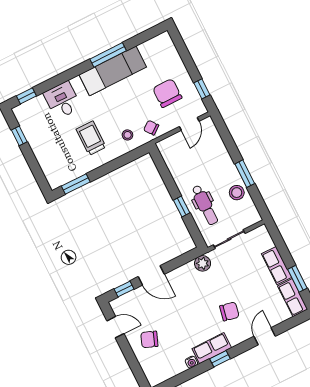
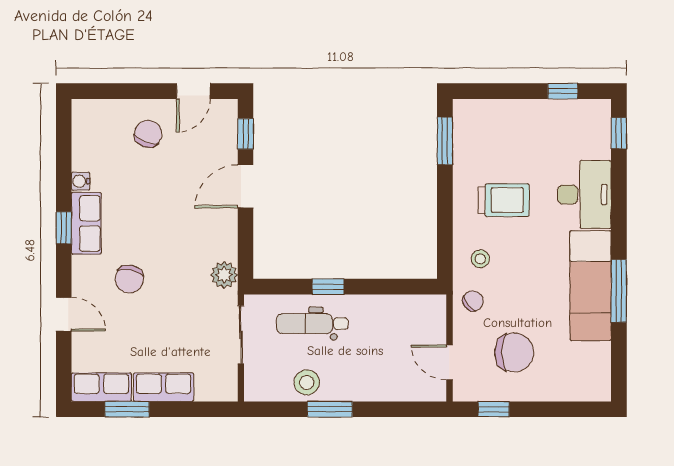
desk: (62, 100) -> (584, 195), width x1.37

